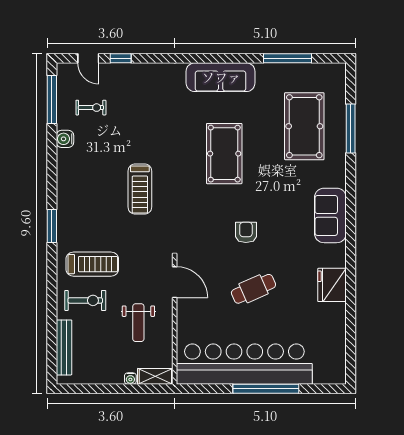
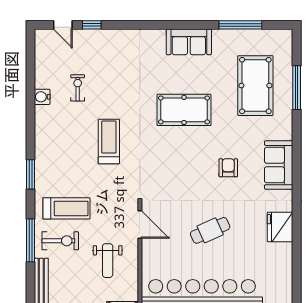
sofa: (221, 77) -> (189, 42), width x0.73
window: (52, 99) -> (30, 240), moved
exercise bike: (91, 108) -> (78, 88), moved, turned -90
pool table: (224, 154) -> (184, 110), turned 90
treadmill: (140, 189) -> (109, 141), turned 180
armchair: (246, 232) -> (228, 168), moved

